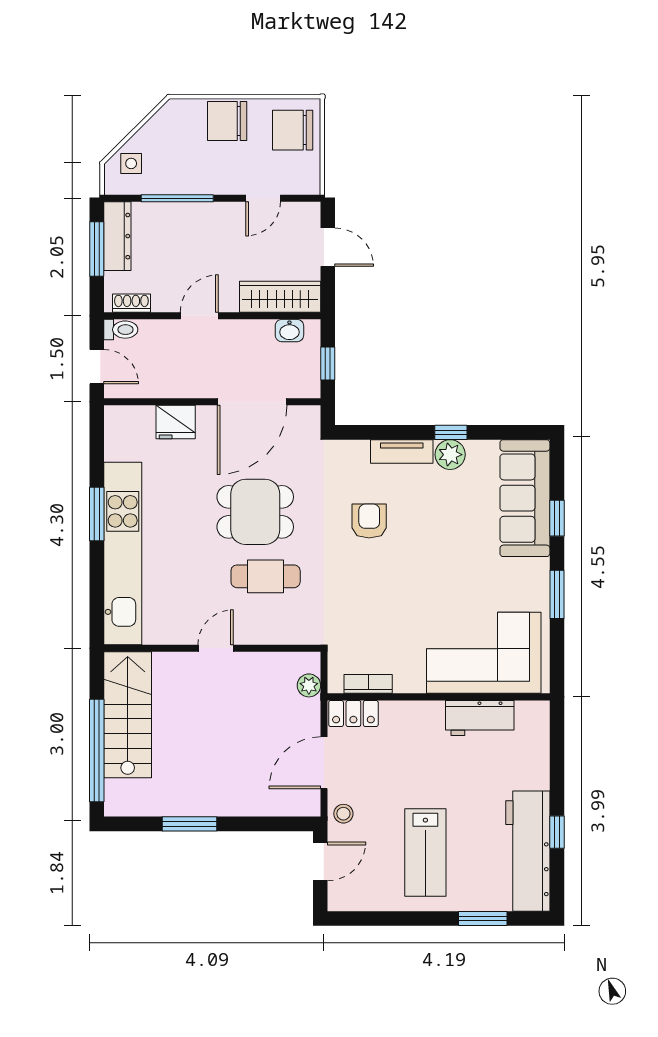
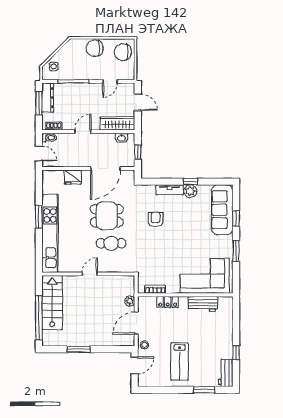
plant: (309, 685) -> (130, 301), moved
locker: (353, 714) -> (168, 302), moved
workbench: (528, 851) -> (226, 373), width x0.53, depth x0.76

